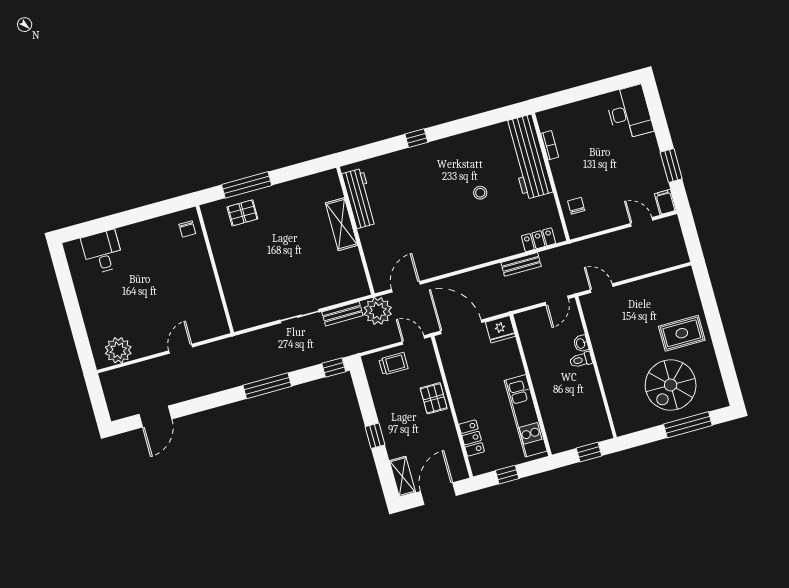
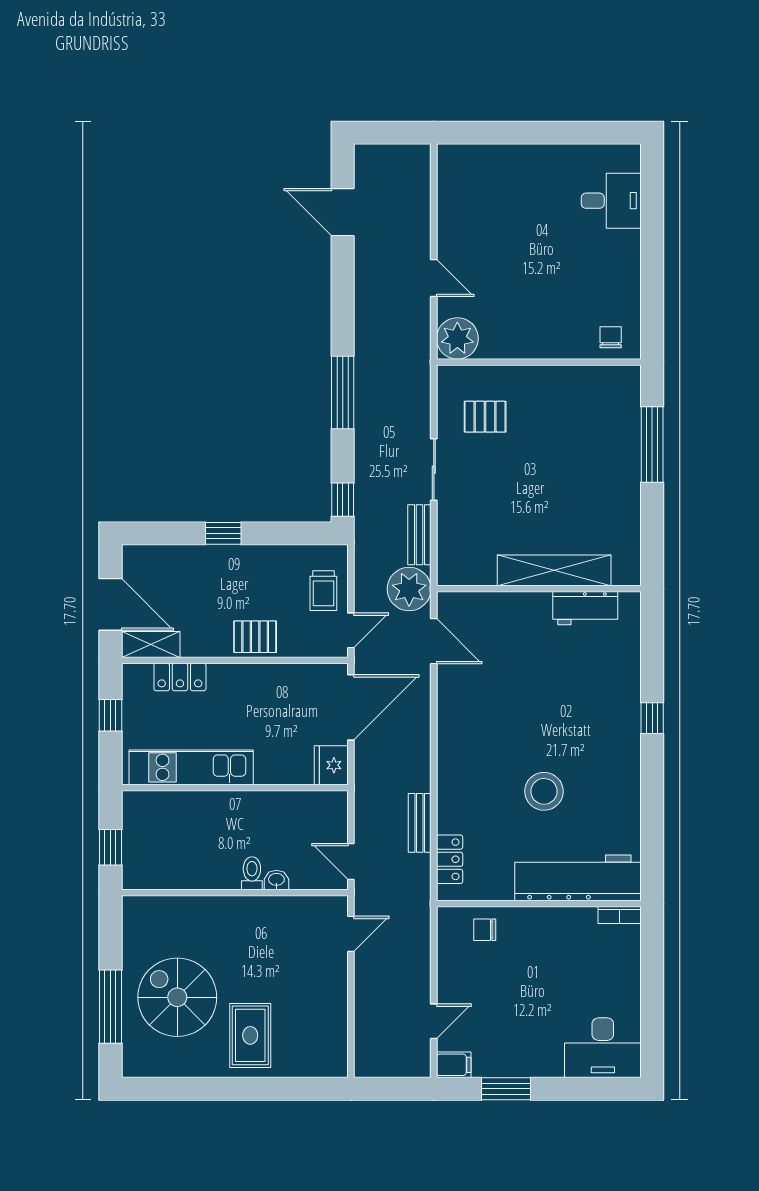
bookcase: (550, 145) -> (620, 915), moved
stool: (480, 193) -> (544, 791), width x1.89, depth x1.89
workbench: (360, 198) -> (585, 608), width x0.73
chair: (576, 206) -> (485, 930), turned 180
pallet: (242, 213) -> (485, 417), moved, turned 90
shelving: (341, 224) -> (554, 570), width x1.47
chair: (187, 229) -> (611, 337), turned 90
plant: (118, 350) -> (457, 338), moved
shelving: (402, 477) -> (151, 645), moved

